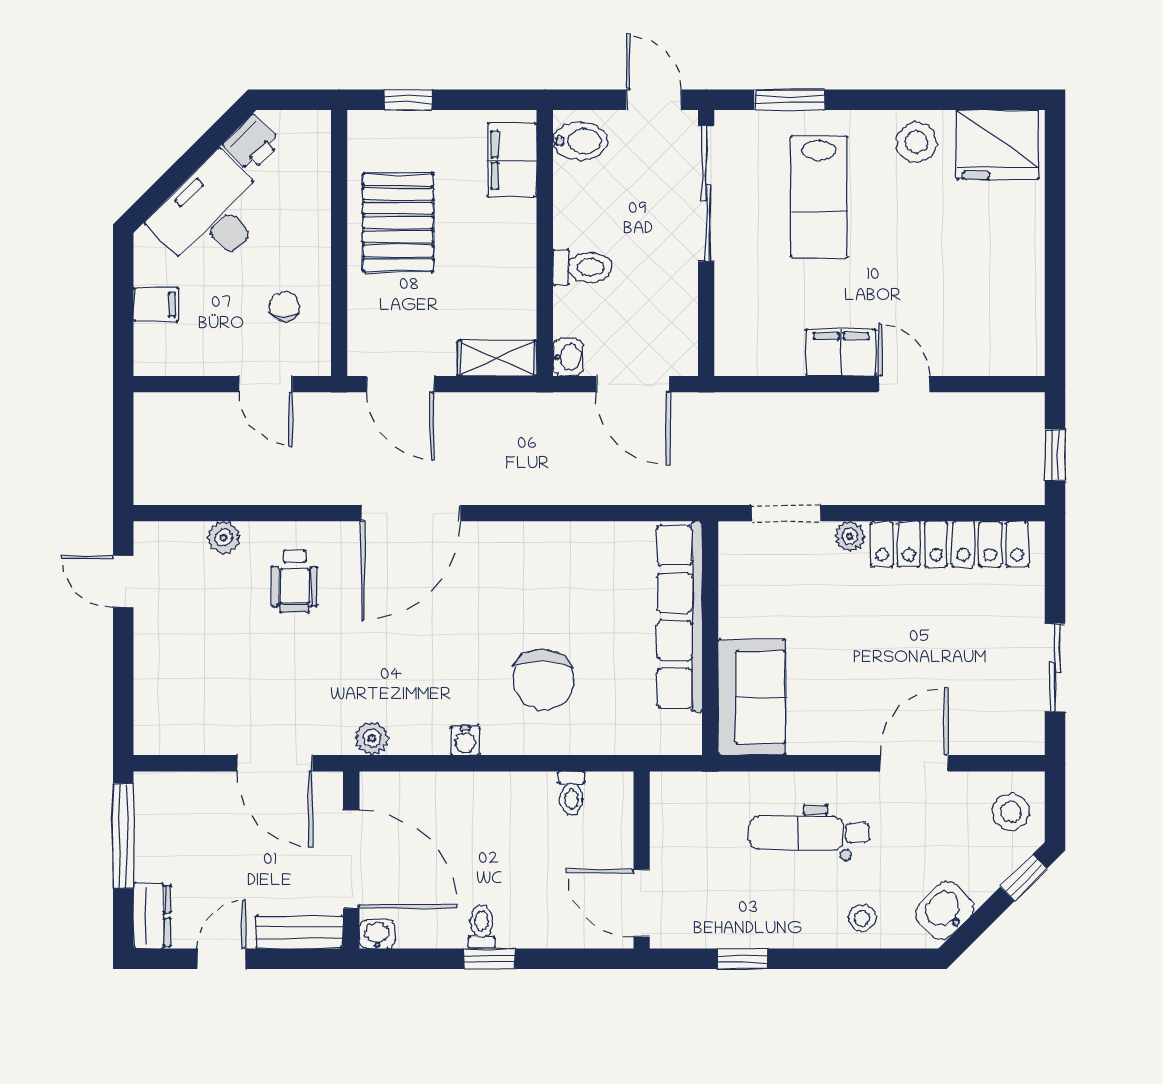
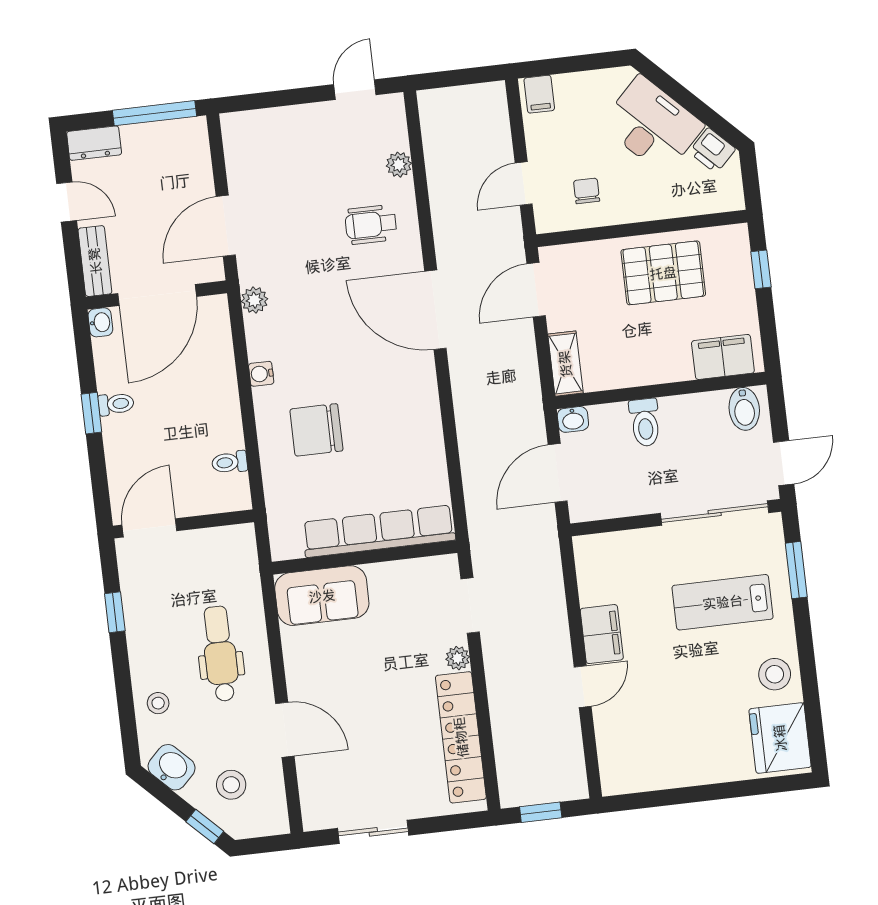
filing cabinet: (156, 305) -> (539, 94), moved
chair: (284, 306) -> (587, 191), turned -90
stool: (1011, 812) -> (231, 785), moved

